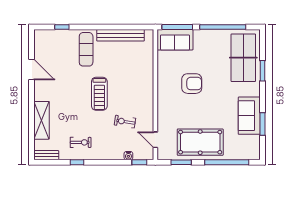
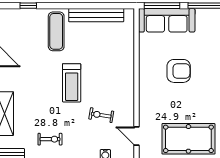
sofa: (175, 40) -> (167, 20), width x1.36

